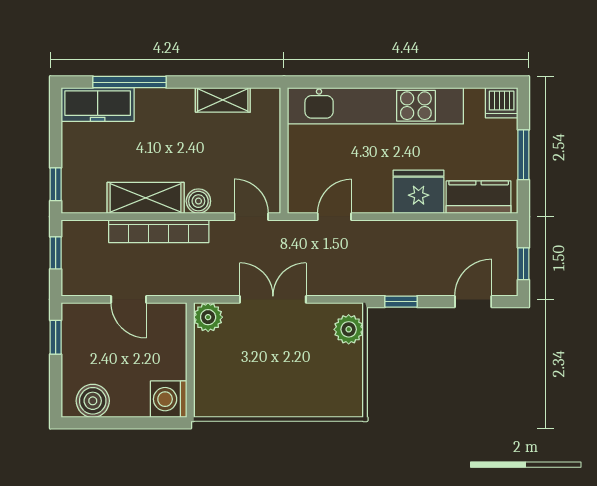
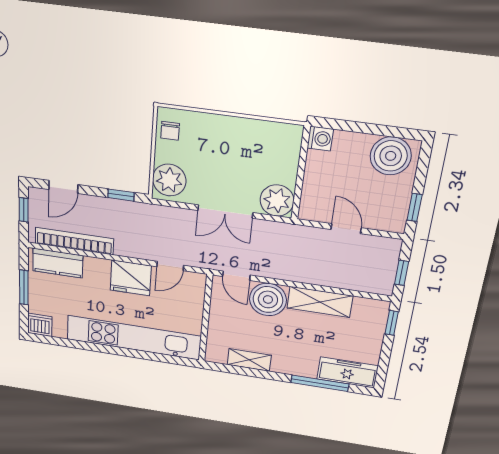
fridge: (419, 192) -> (131, 278), moved
boiler: (198, 201) -> (268, 299), width x1.86, depth x1.86
bookcase: (159, 231) -> (74, 241), moved
plant: (208, 317) -> (277, 200), width x1.36, depth x1.36
plant: (349, 329) -> (169, 180), width x1.36, depth x1.36
chair: (346, 390) -> (170, 131), added
washing machine: (169, 399) -> (320, 139), width x0.73, depth x0.73
boiler: (93, 401) -> (391, 156), width x1.37, depth x1.37

